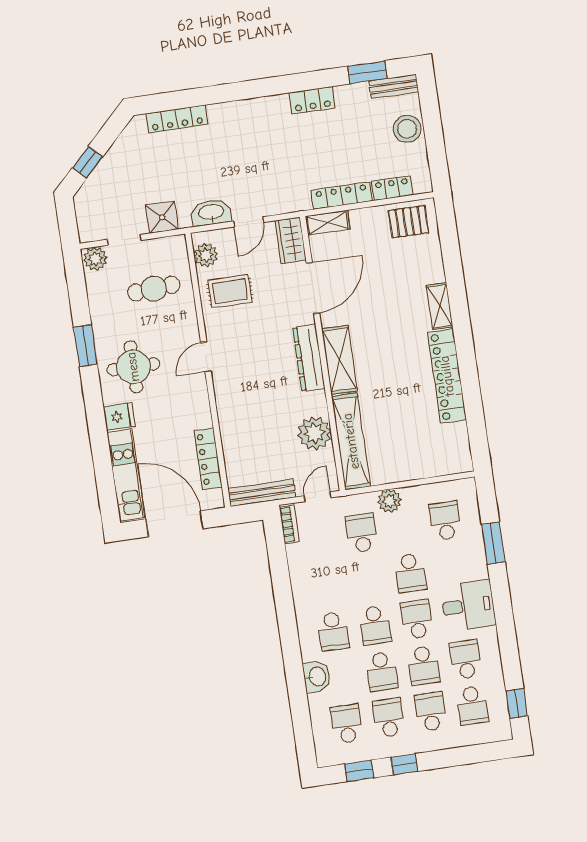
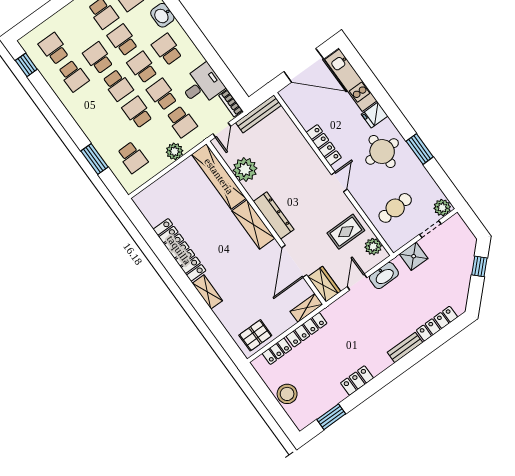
bench: (394, 87) -> (405, 347), moved
locker: (208, 459) -> (324, 145), moved
desk: (468, 606) -> (202, 85), moved, turned 180
school desk: (430, 712) -> (162, 94), moved, turned 180

